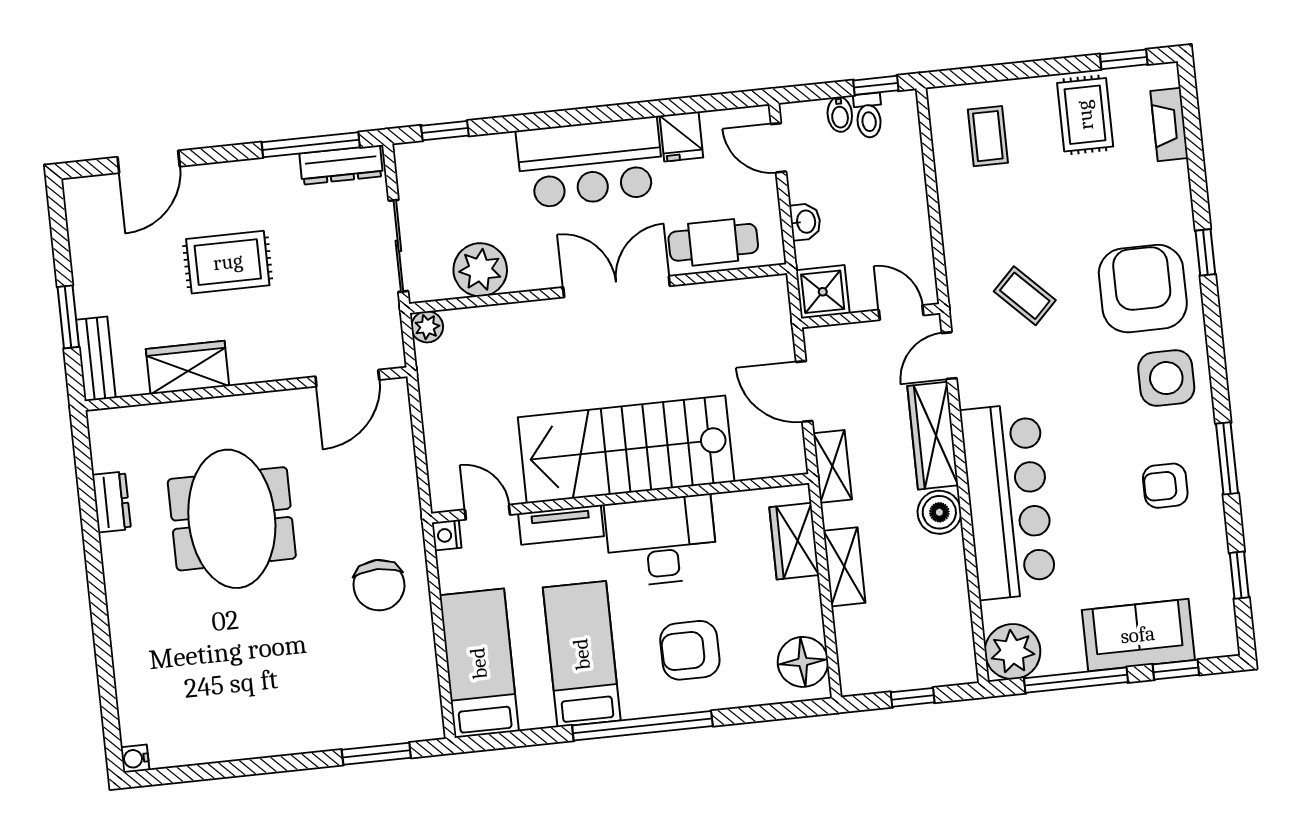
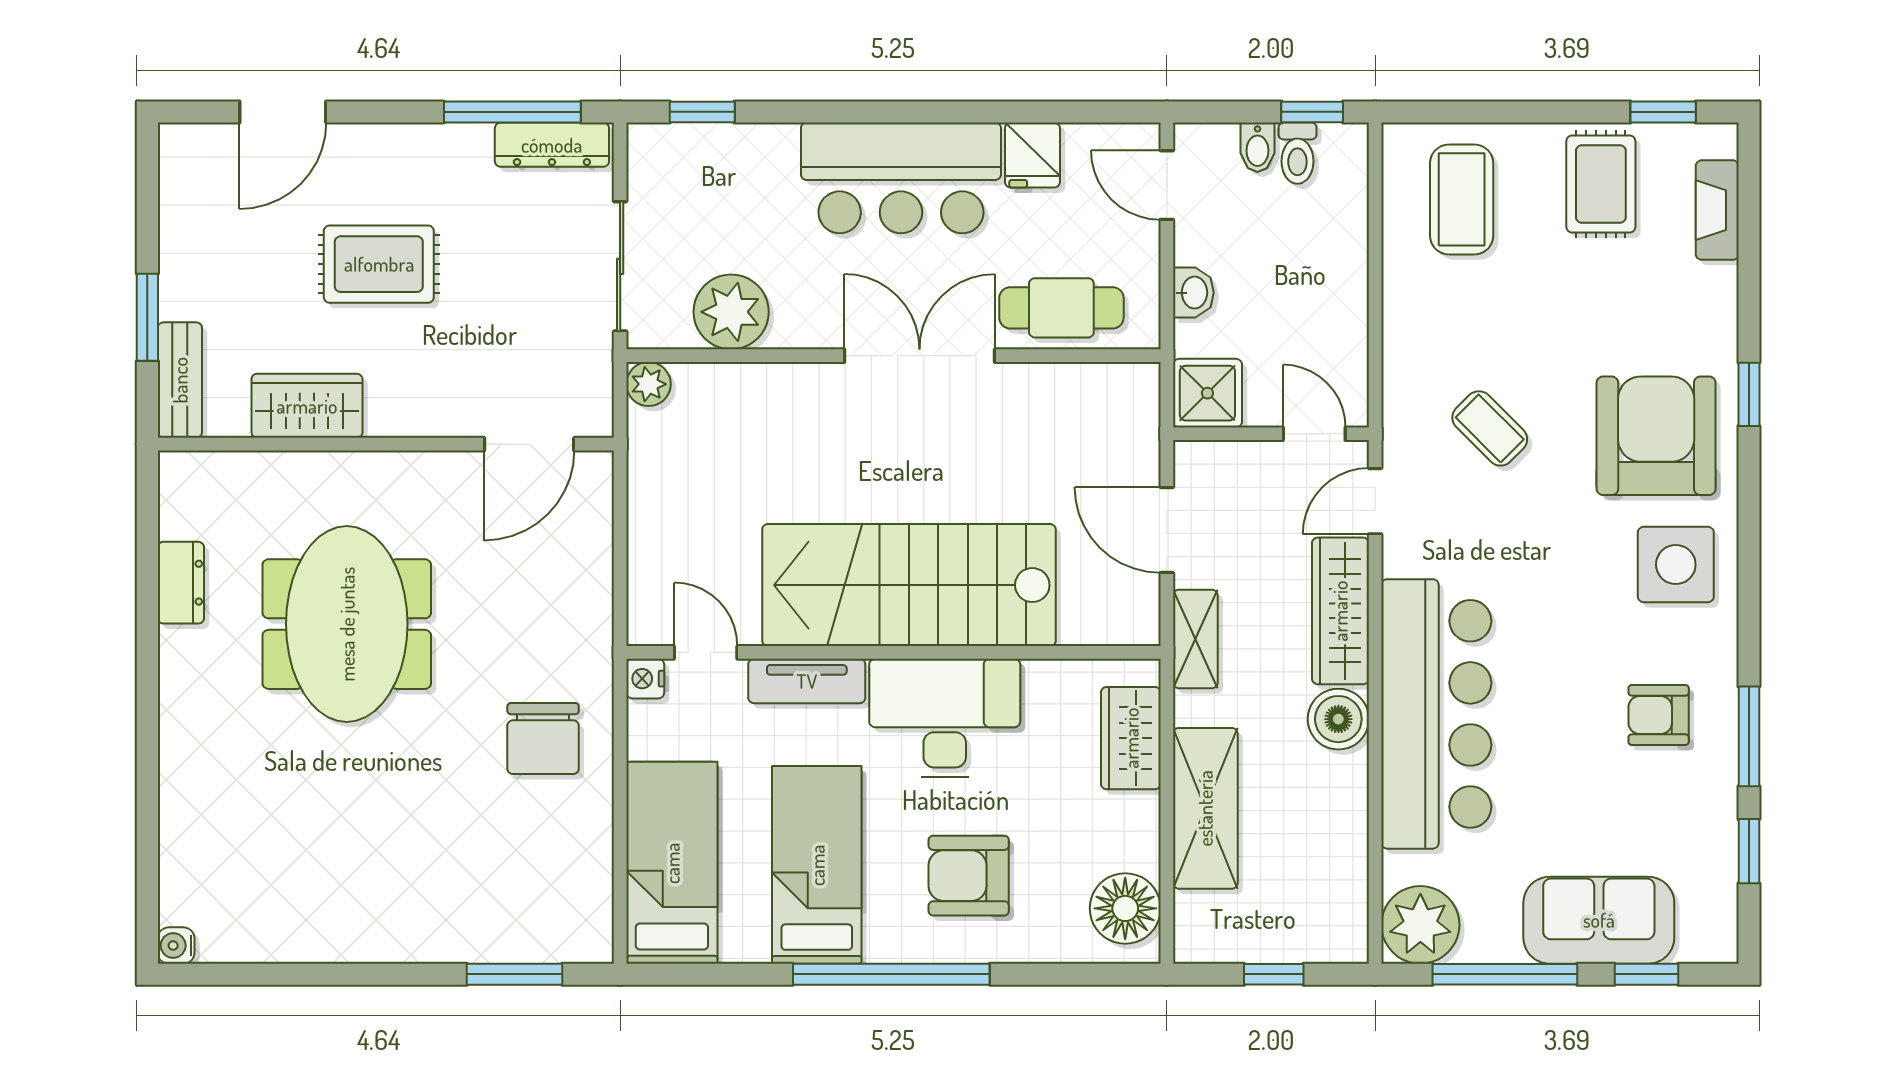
coffee table: (988, 136) -> (1462, 199), width x1.36, depth x1.30
window: (1227, 458) -> (1749, 736), moved
shelving: (844, 567) -> (1205, 808), width x1.50, depth x1.33

